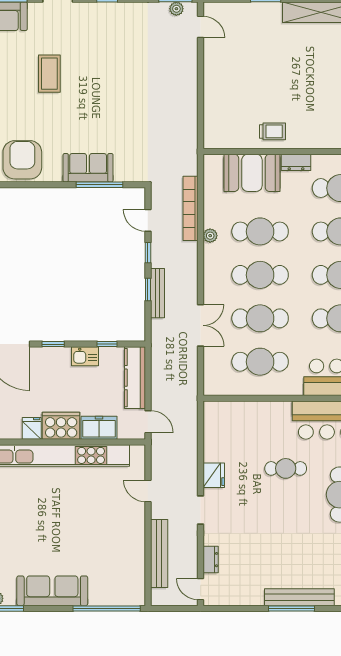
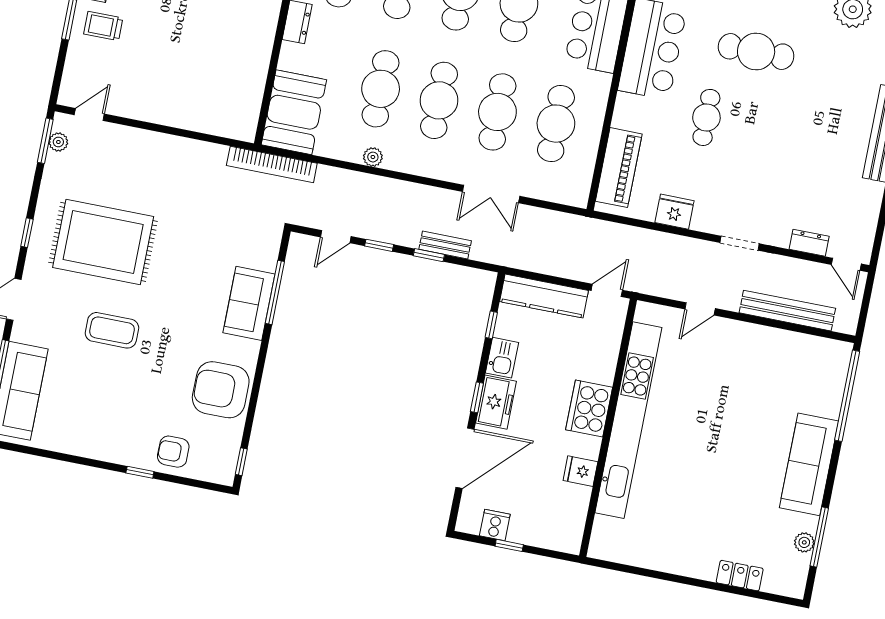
rug: (111, 55) -> (103, 242), added
trolley: (272, 131) -> (103, 26), moved, turned -90
booth: (252, 173) -> (294, 112), moved
bookcase: (191, 208) -> (272, 164), moved
bench: (158, 293) -> (445, 245), width x0.73
double door: (201, 325) -> (491, 194), swing flipped
piano: (237, 413) -> (619, 168), added
fridge: (32, 428) -> (580, 471), moved
freezer: (99, 428) -> (496, 402), moved, turned 180
fridge: (214, 475) -> (674, 212), moved
door: (201, 589) -> (846, 264), hinge flipped

